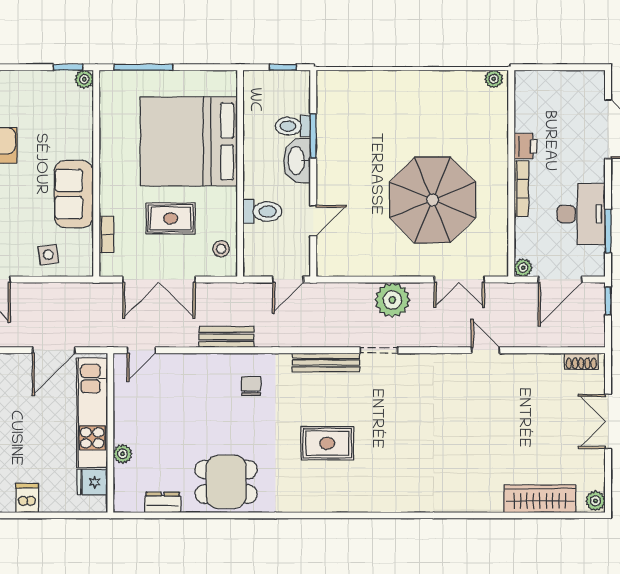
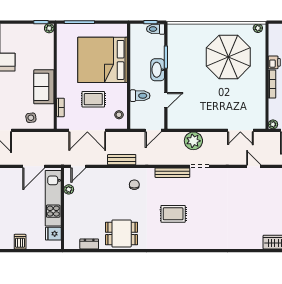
toilet: (293, 126) -> (156, 29), moved
parasol: (433, 200) -> (228, 57), moved
plant: (392, 300) -> (193, 141), moved
plant: (123, 454) -> (69, 189), moved

